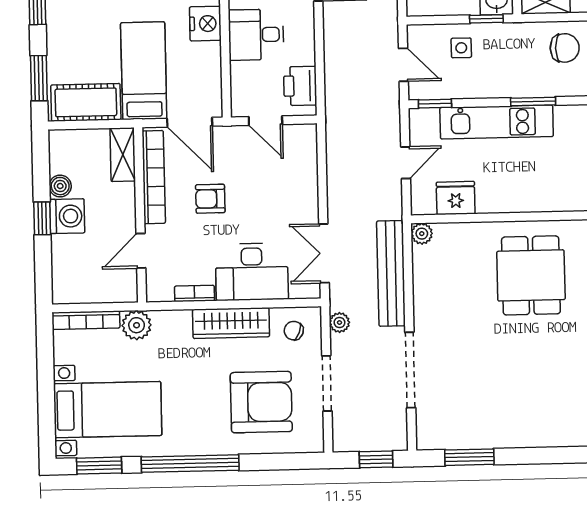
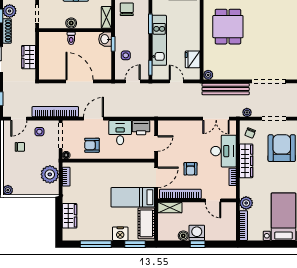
nightstand: (205, 24) -> (120, 234), moved, turned 180
desk: (256, 35) -> (120, 133), moved, turned 180
dining table: (531, 275) -> (228, 27), turned 90

